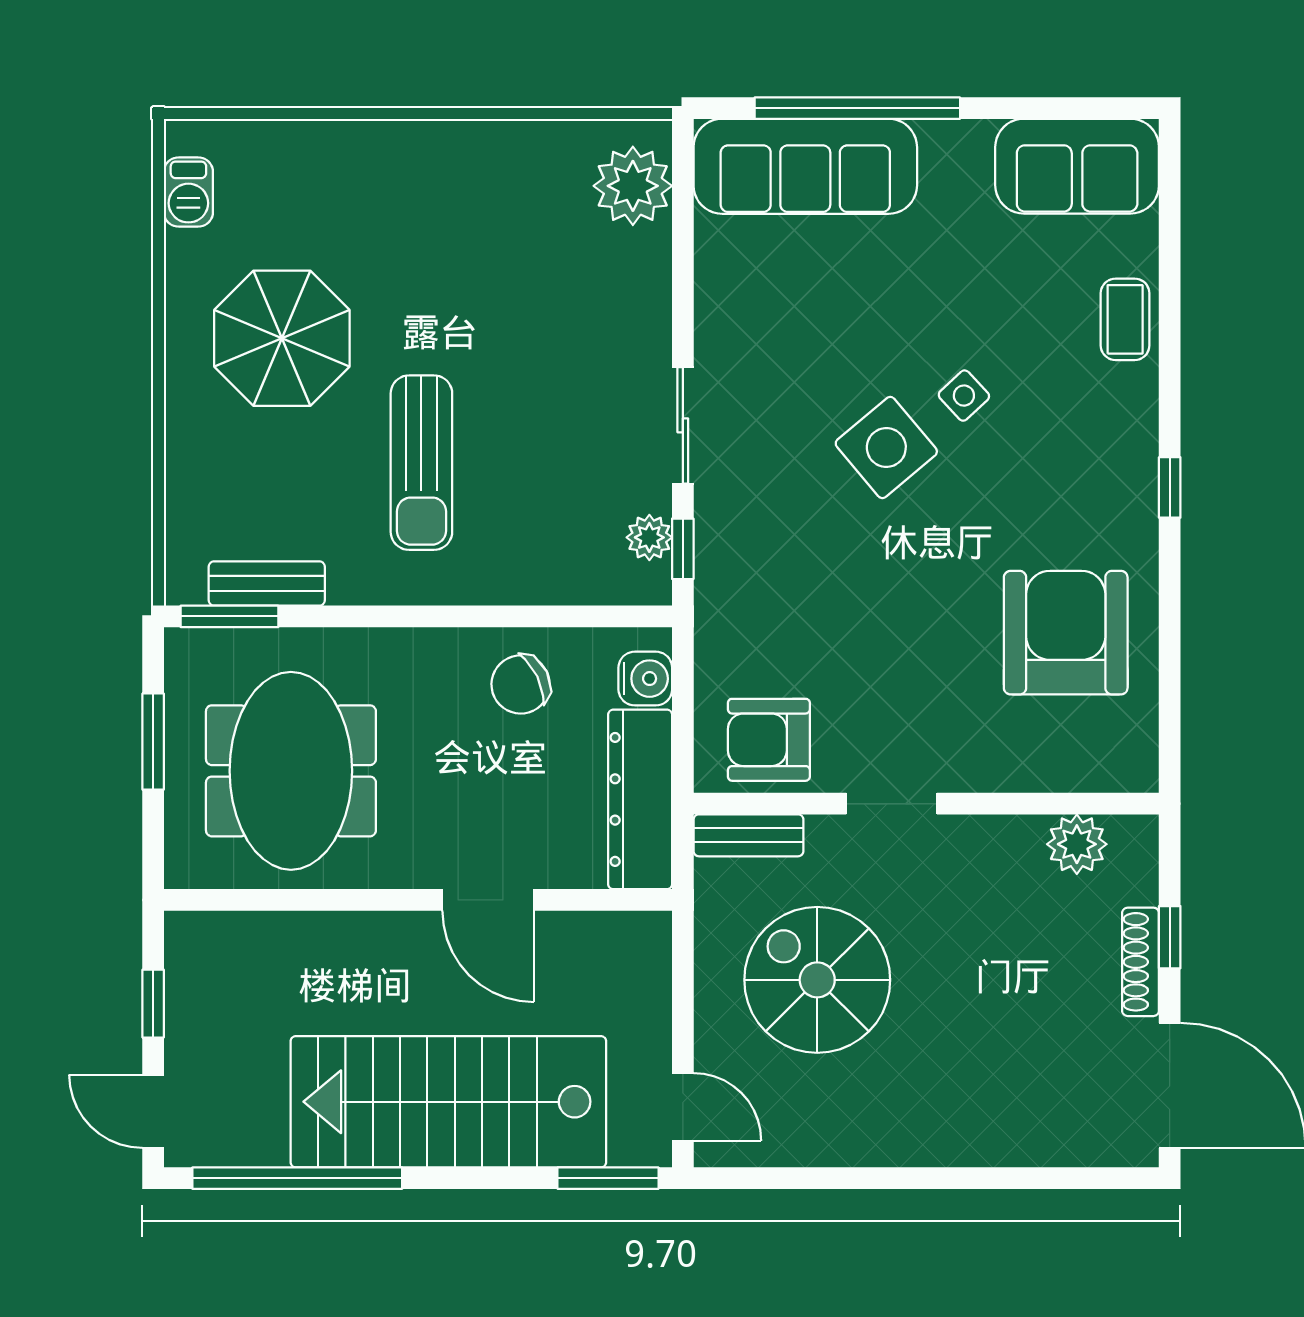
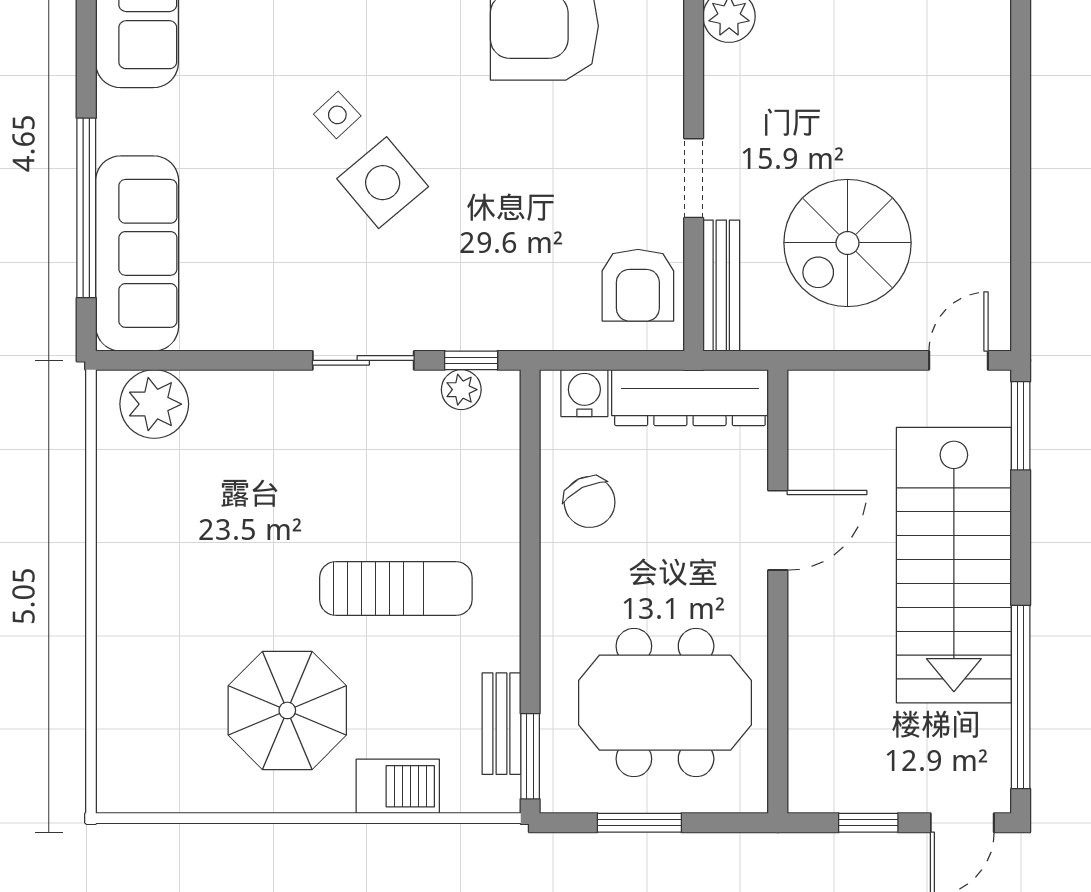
barbecue: (188, 192) -> (398, 786), moved, width x1.38, depth x1.27
bench: (748, 835) -> (721, 286), width x1.36

